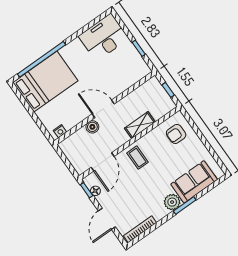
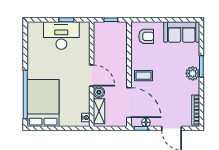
desk: (104, 37) -> (61, 35), moved, turned 90
door: (103, 109) -> (92, 75), swing flipped
shelving: (140, 125) -> (99, 111), moved
armchair: (176, 134) -> (146, 36), turned -90
door: (103, 162) -> (129, 103), width x1.36
sofa: (194, 182) -> (182, 32), moved, turned -90

